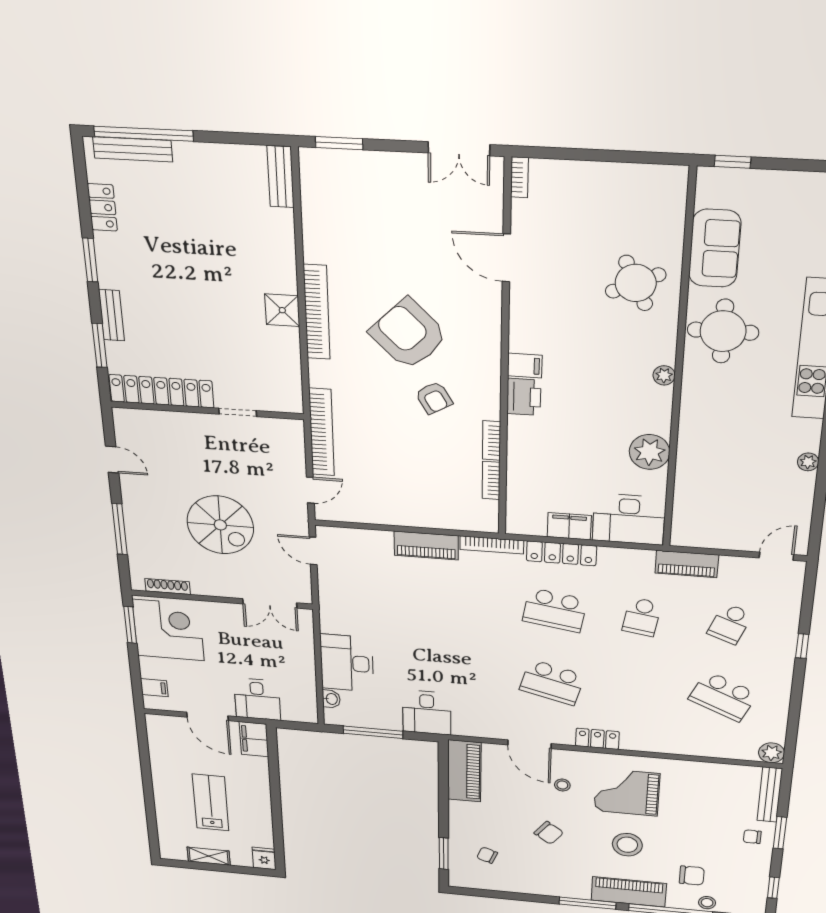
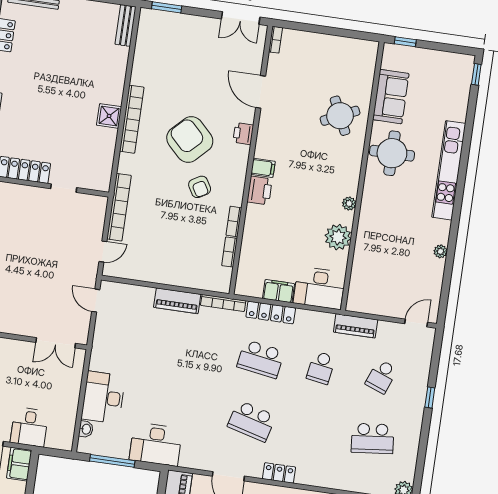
printer: (488, 320) -> (243, 134), added
plant: (664, 375) -> (349, 204), moved
spiral stairs: (220, 525) -> (33, 275), removed
school desk: (723, 696) -> (372, 439), turned -30
desk: (427, 713) -> (156, 444), width x1.37

